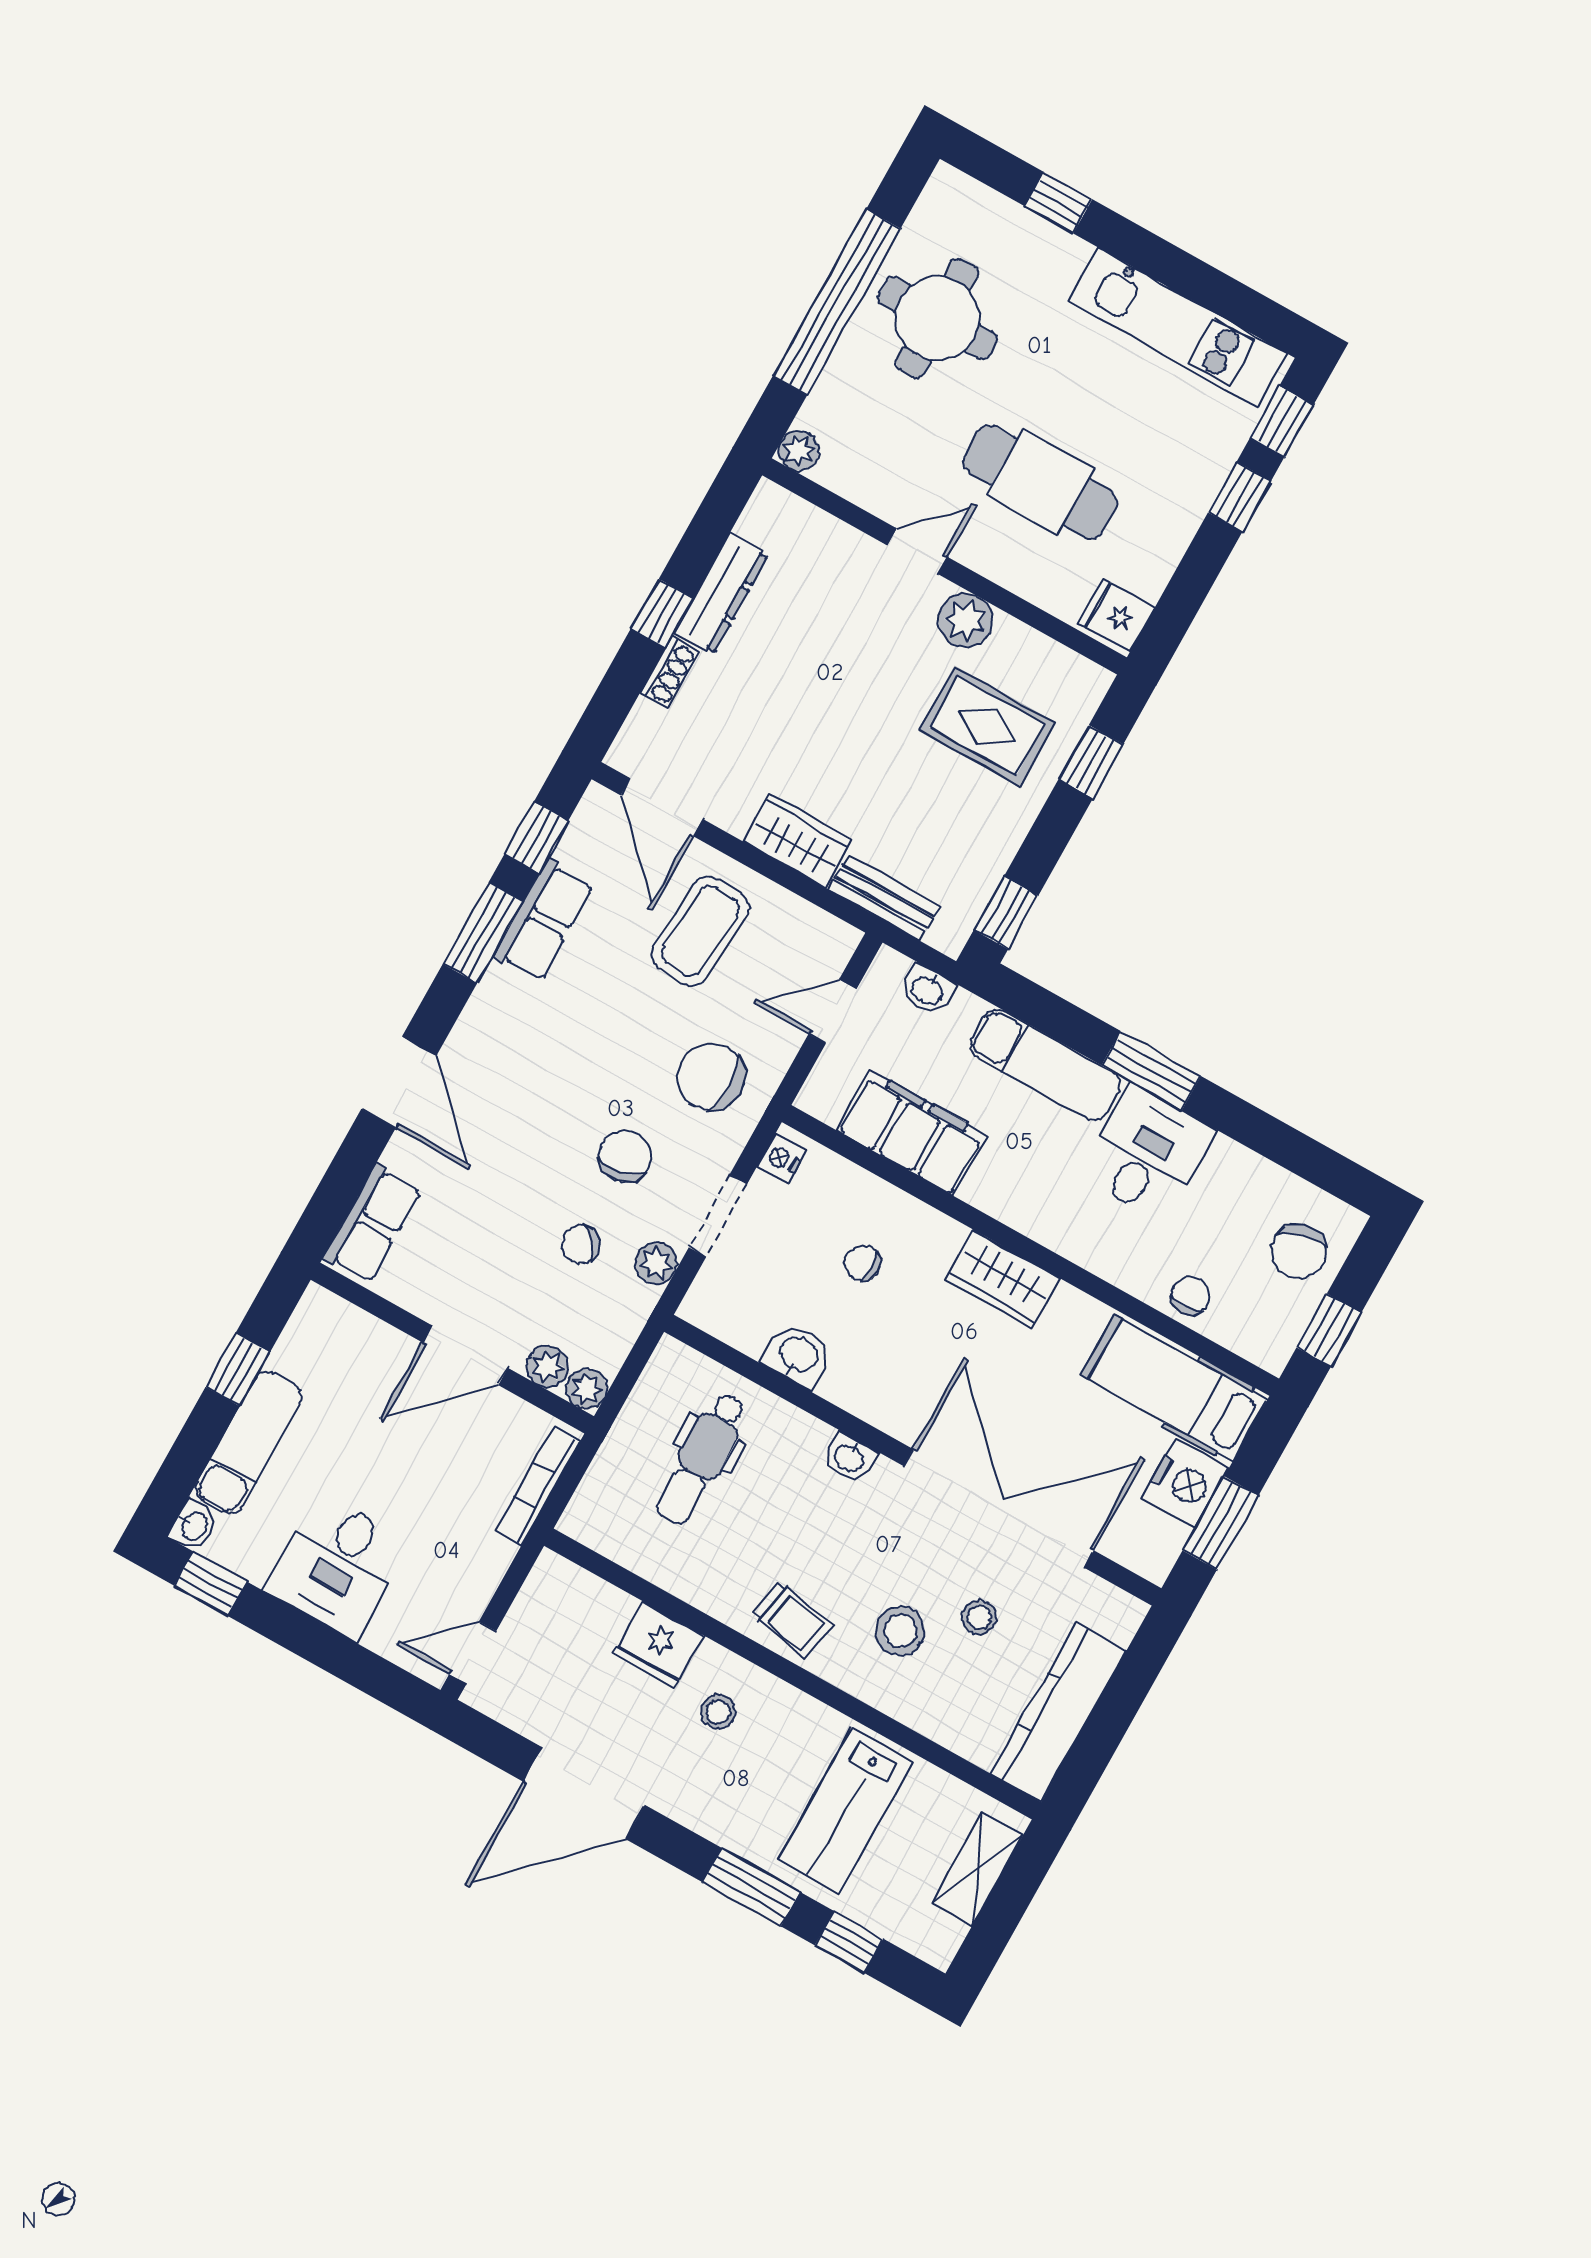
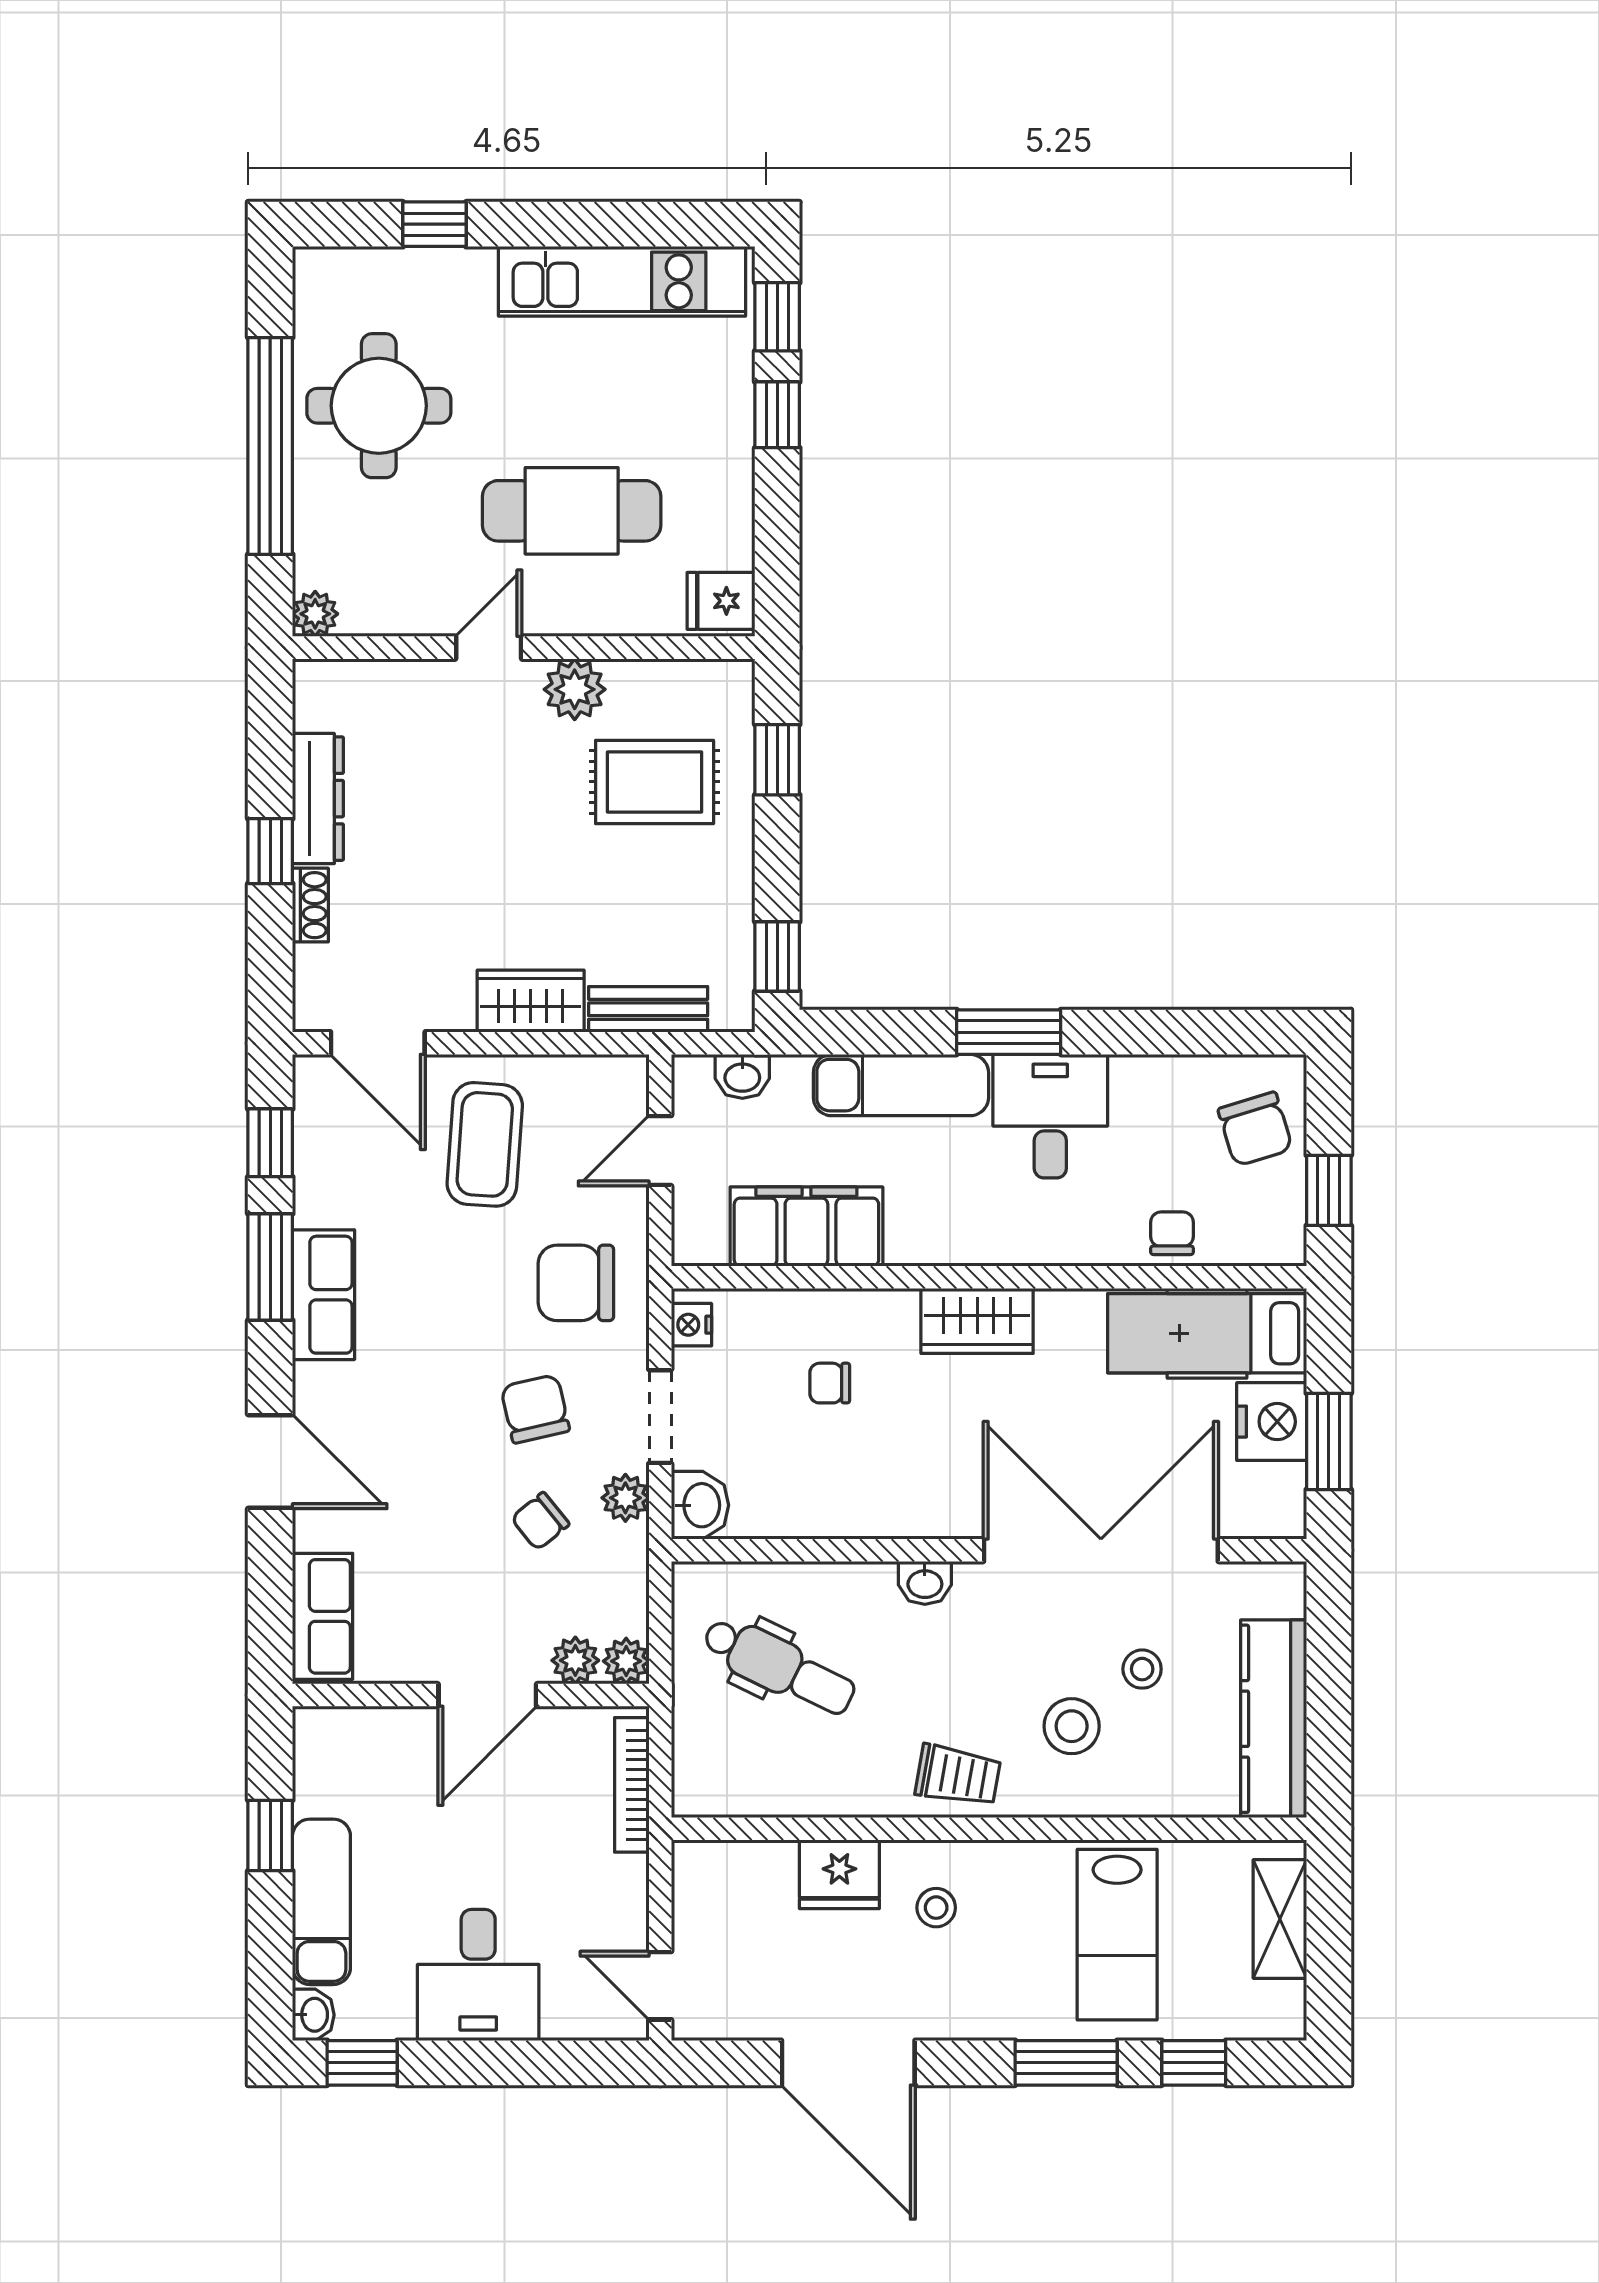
row of seats: (544, 920) -> (324, 1295), moved
washbasin: (798, 1355) -> (700, 1505), moved, turned 90
dental chair: (701, 1459) -> (779, 1666), turned -63
door: (473, 1653) -> (660, 1986), hinge flipped
door: (584, 1793) -> (848, 2063), hinge flipped

